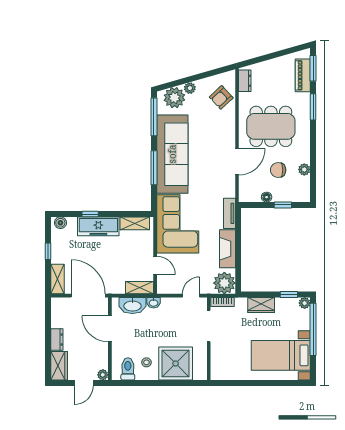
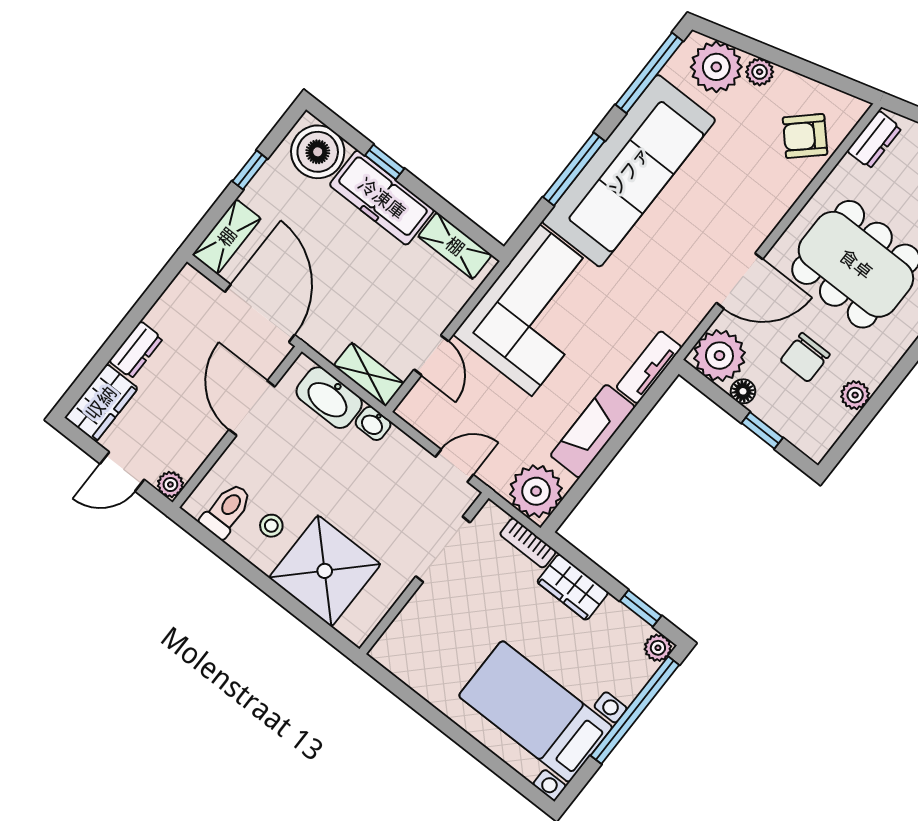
chair: (278, 170) -> (805, 357), turned -90
plant: (250, 191) -> (719, 356), added
boiler: (60, 223) -> (318, 152), width x1.86, depth x1.86
bookcase: (223, 302) -> (528, 543), moved

